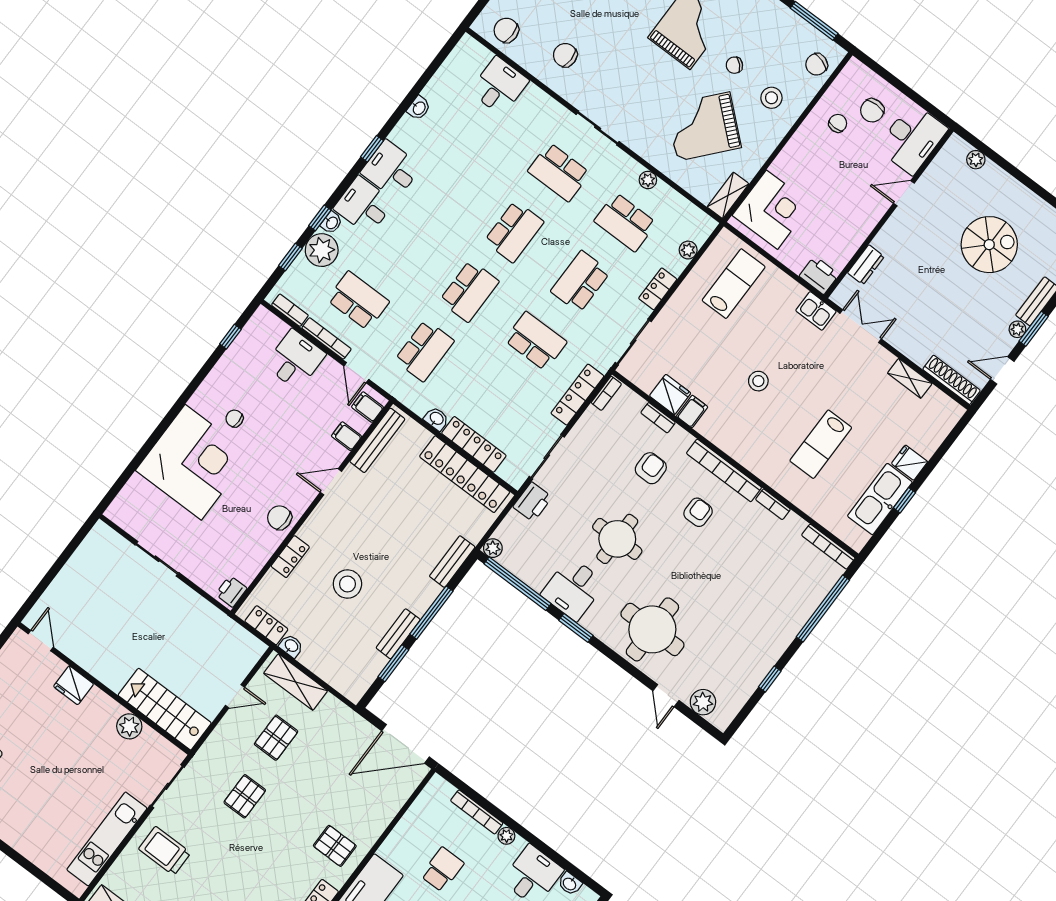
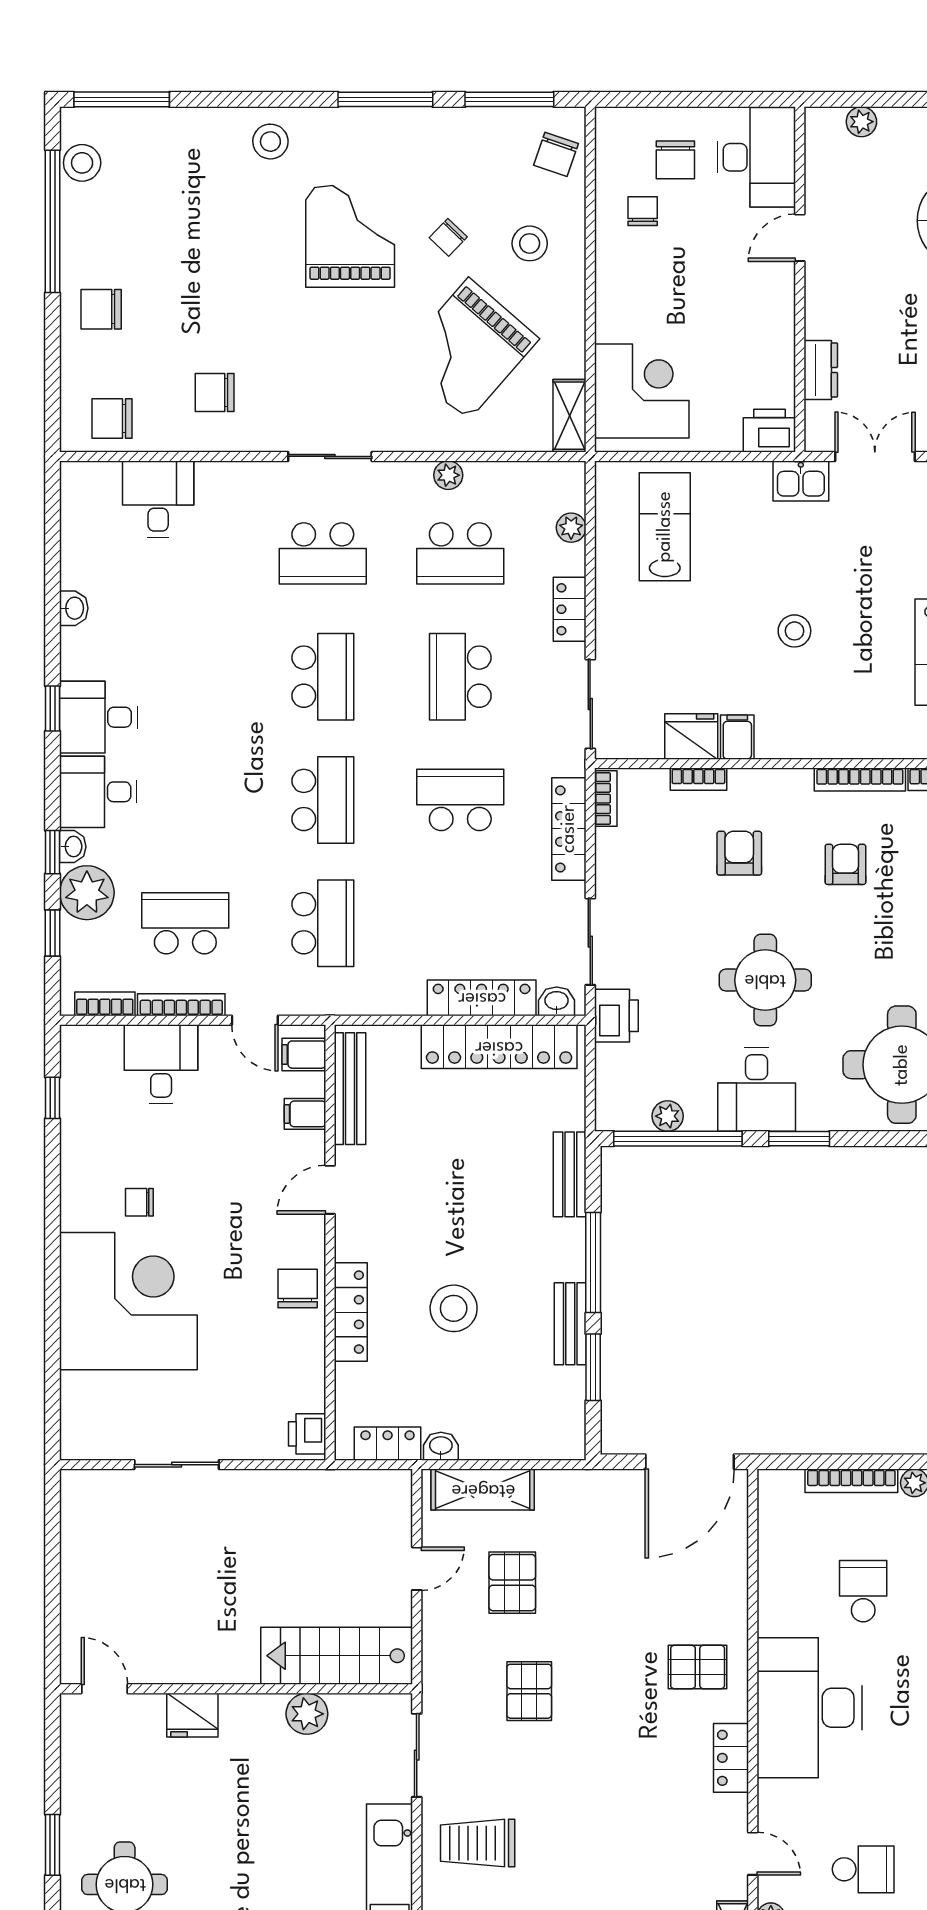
washbasin: (436, 419) -> (557, 1001), moved
bookcase: (724, 470) -> (860, 780), width x0.68, depth x0.76
chair: (279, 518) -> (298, 1288), turned 90
plant: (493, 548) -> (668, 1116), moved
locker: (290, 557) -> (351, 1312), width x1.53

